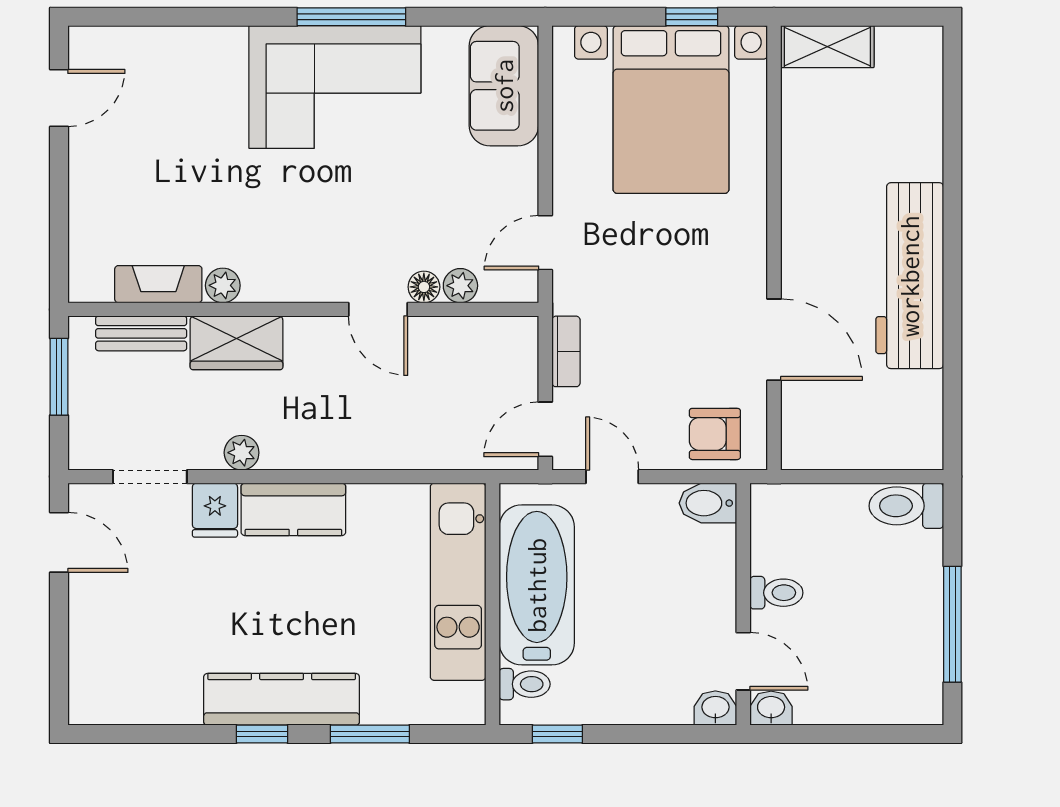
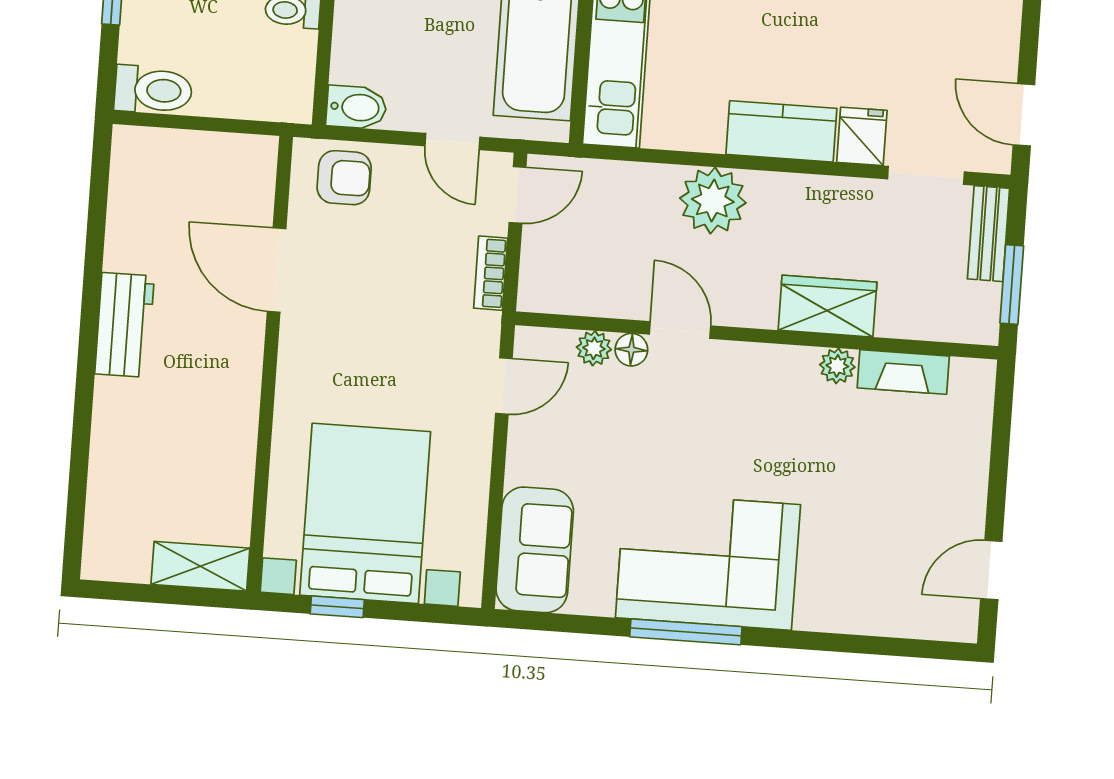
workbench: (910, 276) -> (124, 325), width x0.53, depth x0.76
bench: (141, 333) -> (988, 234), moved, turned 90
plant: (242, 453) -> (713, 200), moved, width x1.88, depth x1.88

